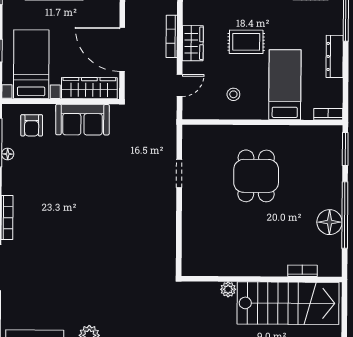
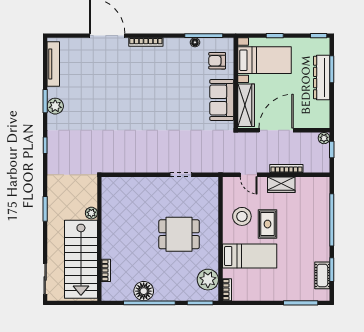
rug: (246, 42) -> (268, 224), moved
dresser: (335, 56) -> (272, 294), removed
stool: (233, 94) -> (242, 216), width x1.89, depth x1.89
plant: (315, 139) -> (208, 280), added

